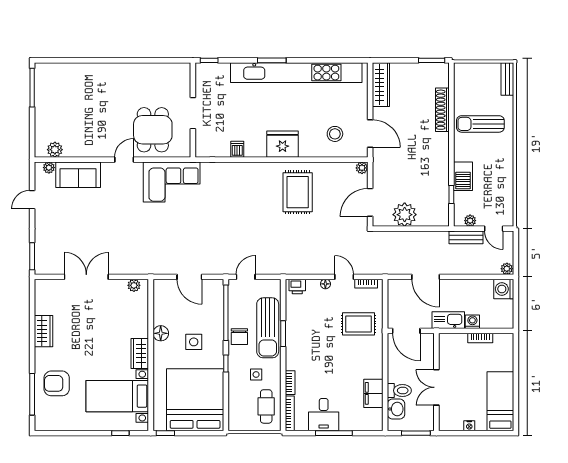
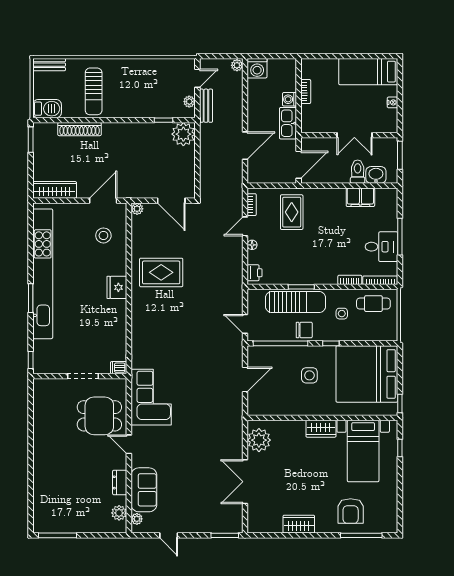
fridge: (283, 144) -> (117, 287), width x0.73, depth x0.75
dishwasher: (237, 149) -> (119, 368), moved
dresser: (86, 150) -> (120, 482), added
barbecue: (463, 176) -> (47, 109), moved
plant: (405, 215) -> (183, 134), moved
plant: (134, 285) -> (259, 440), width x1.88, depth x1.88
floor lamp: (161, 333) -> (301, 408), removed

